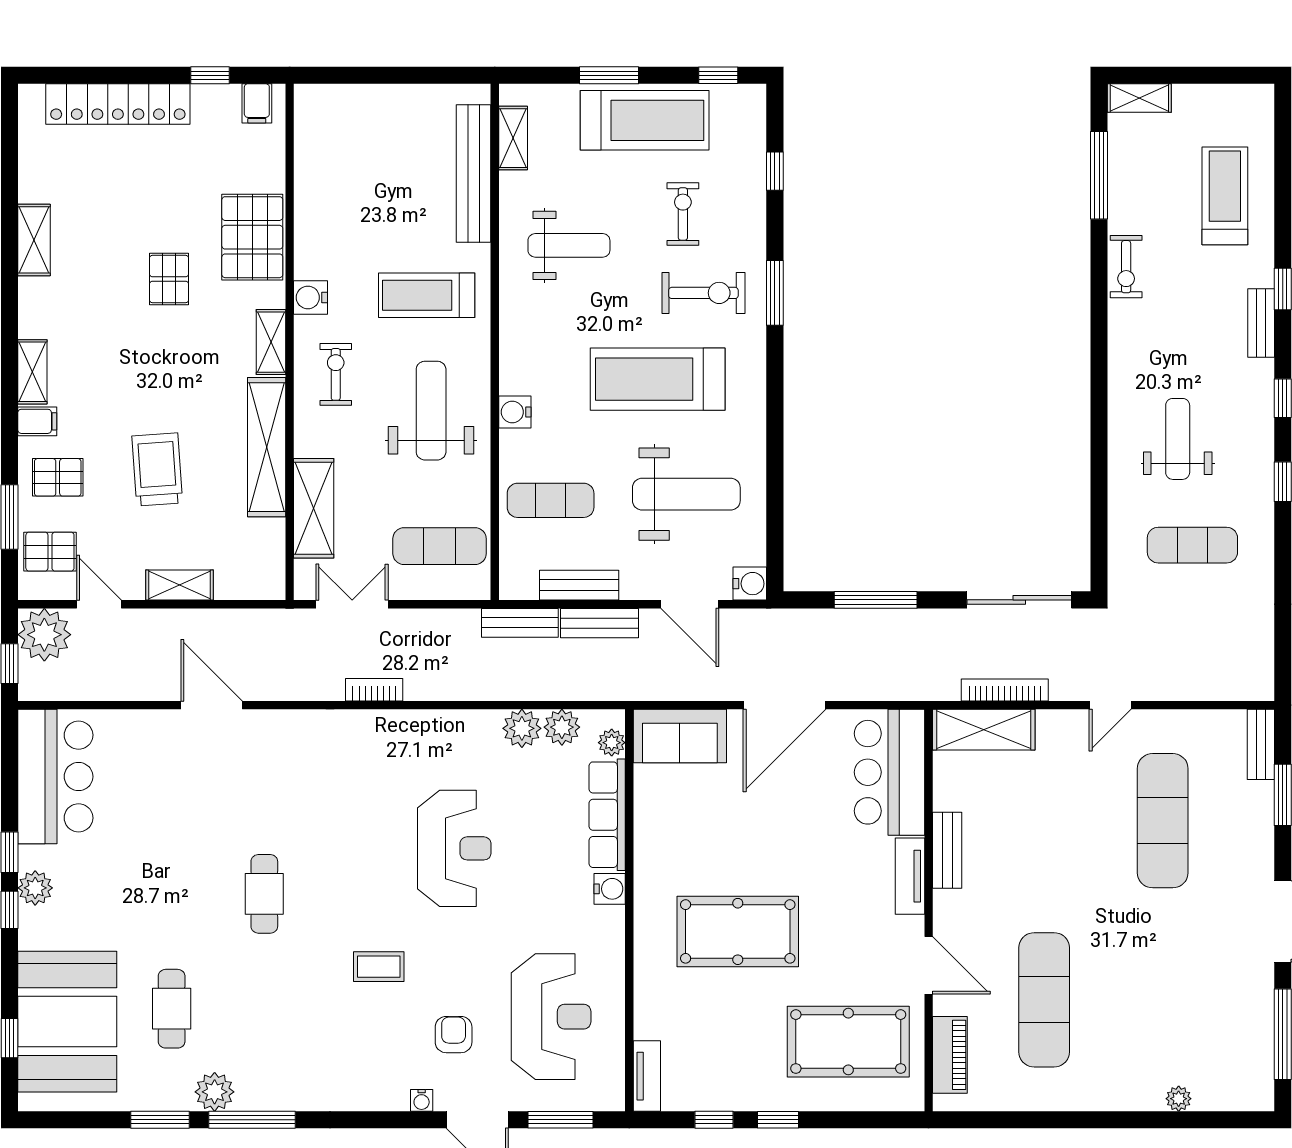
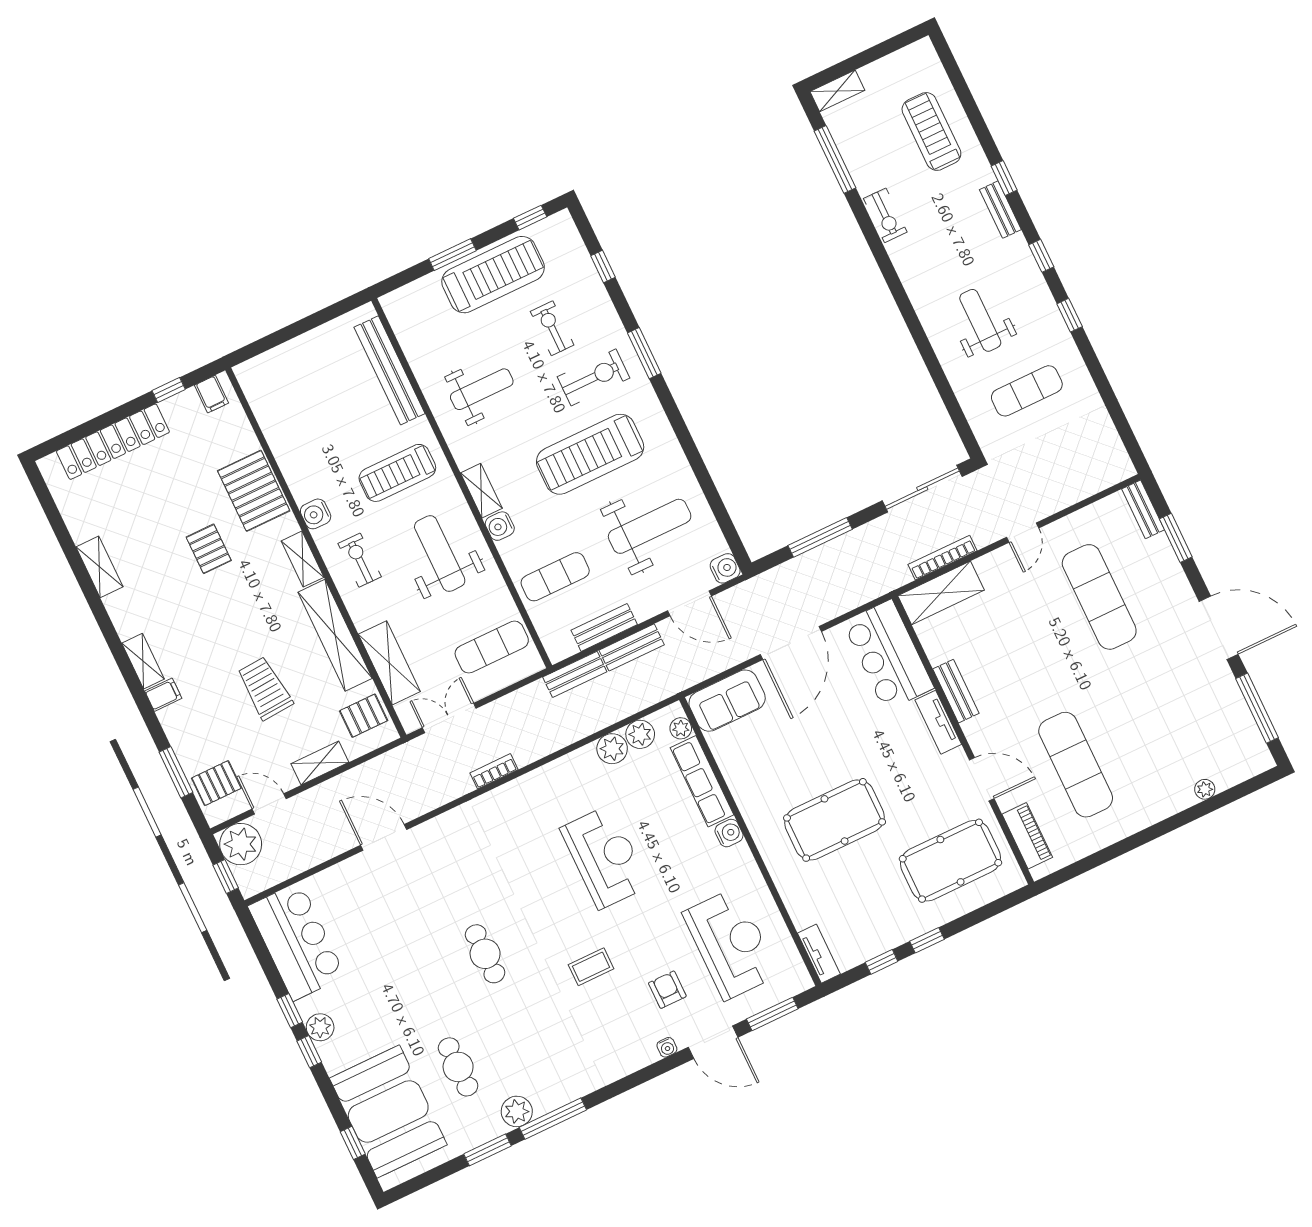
shelving: (513, 138) -> (481, 491), moved
pallet: (58, 477) -> (364, 716), moved

